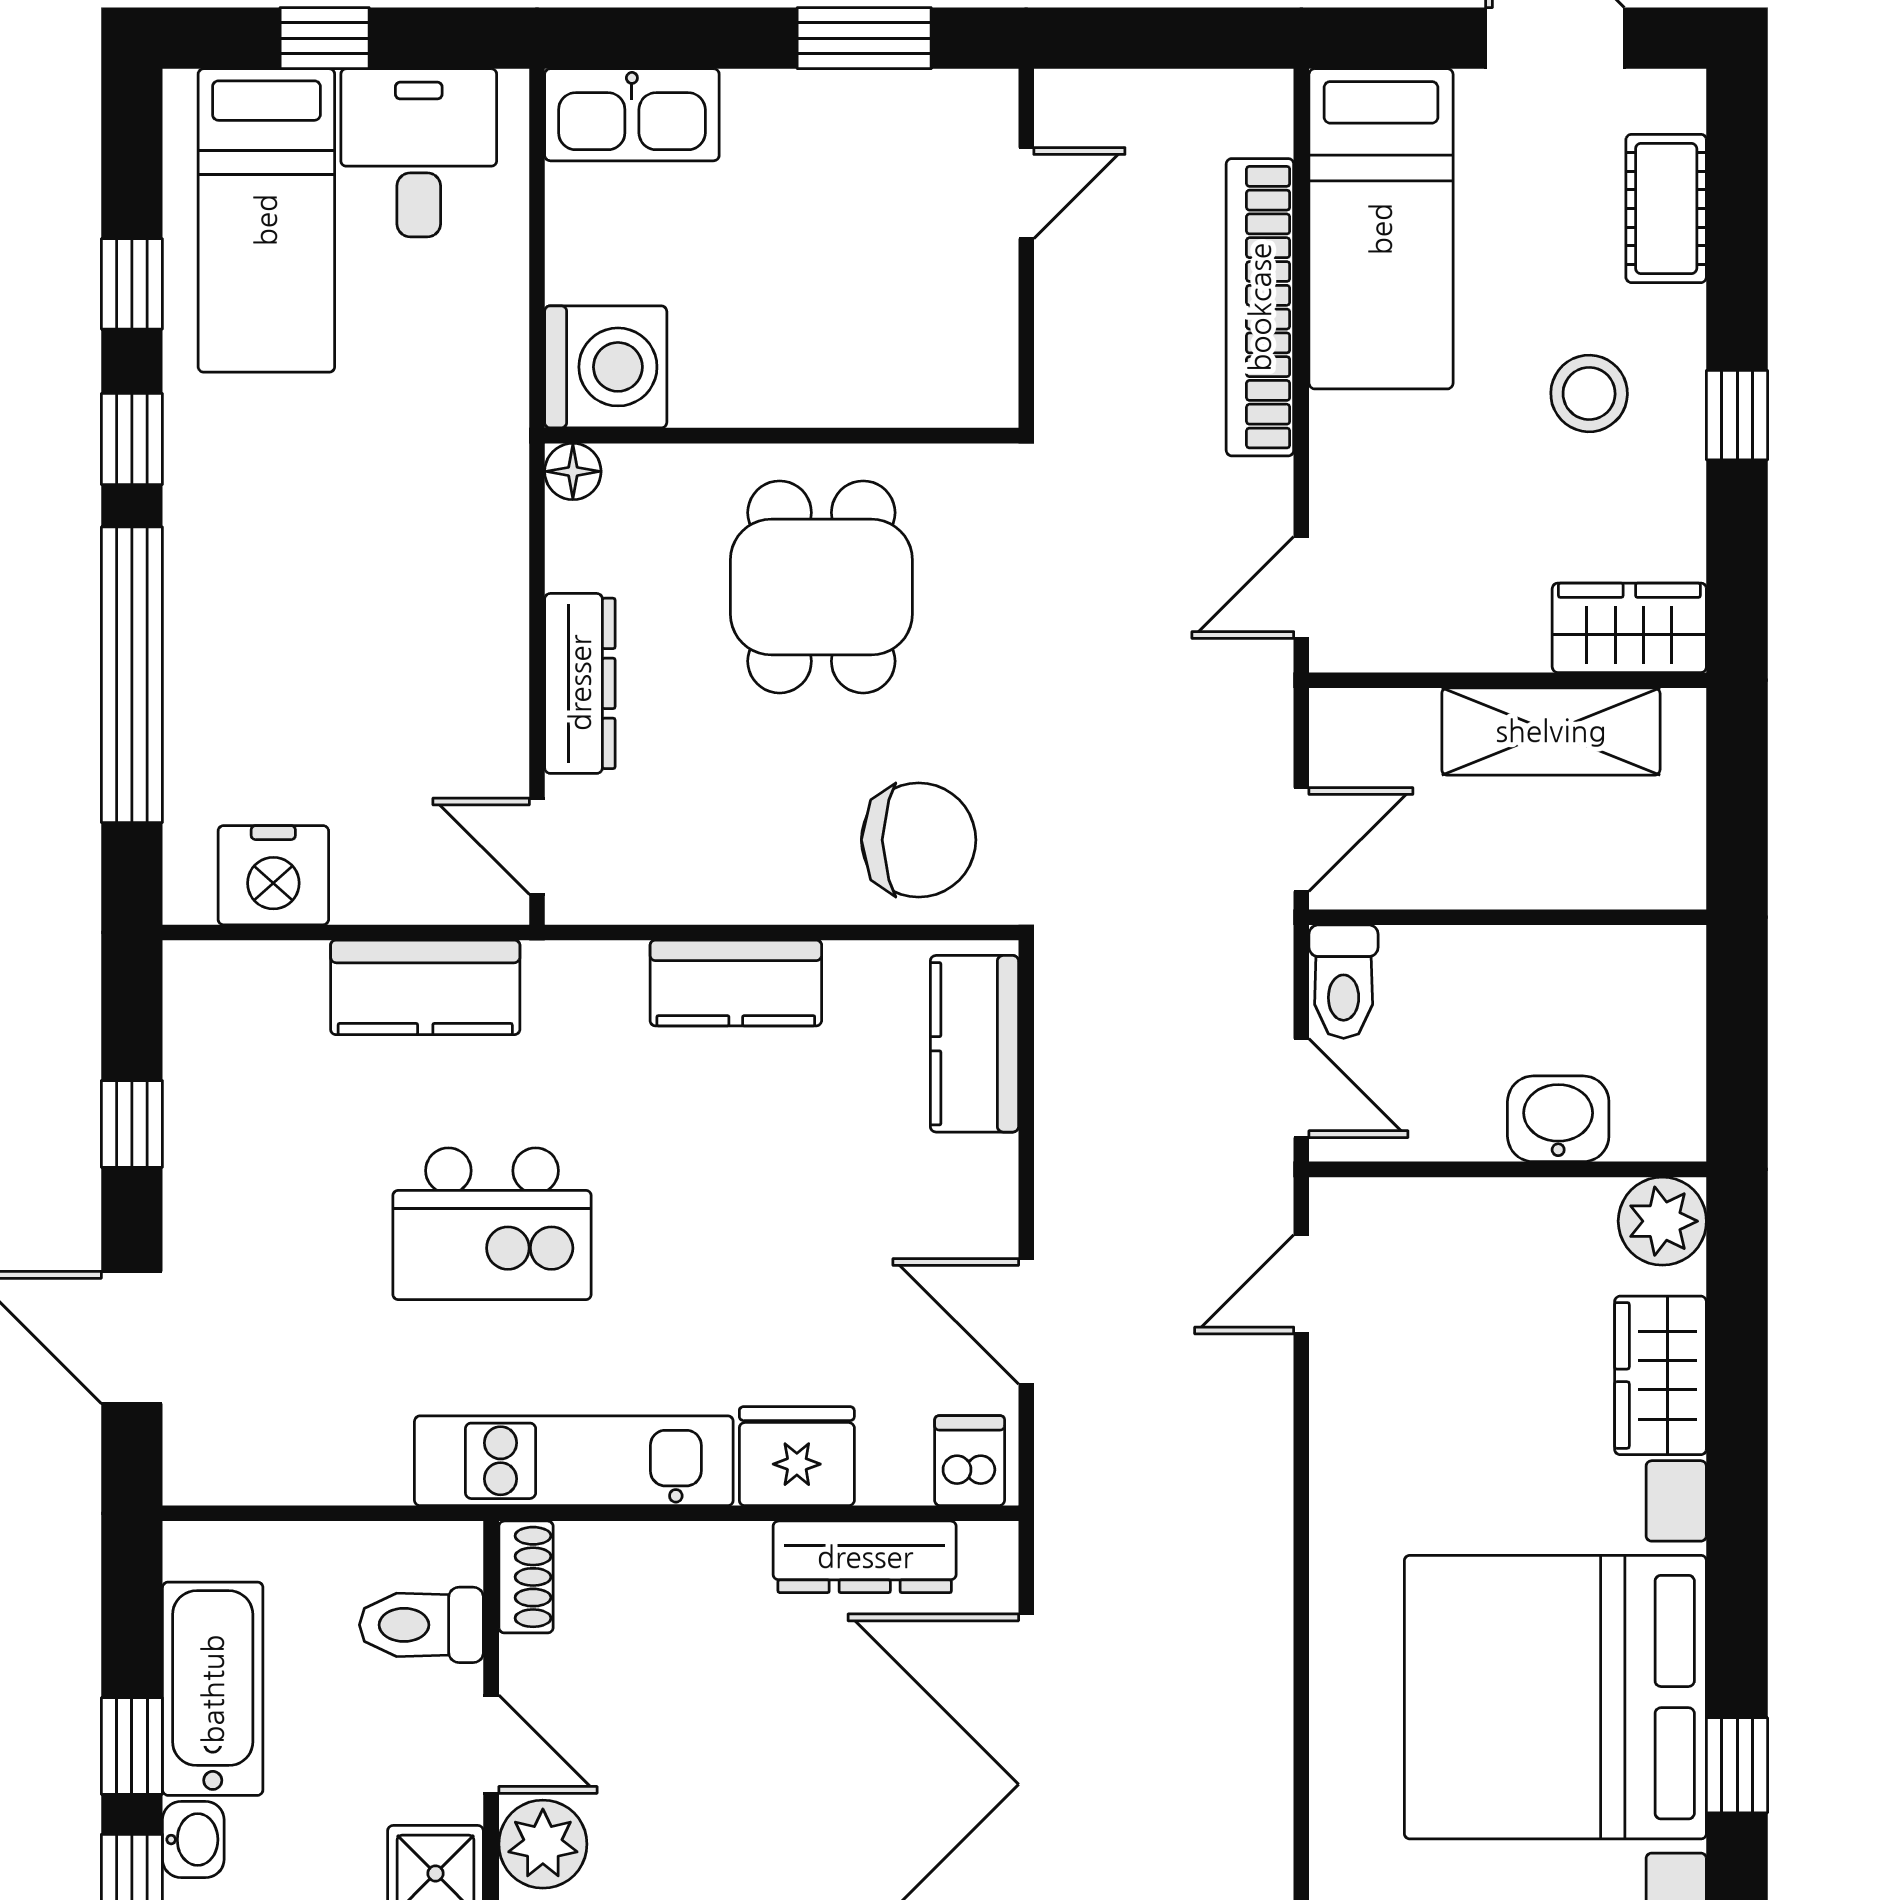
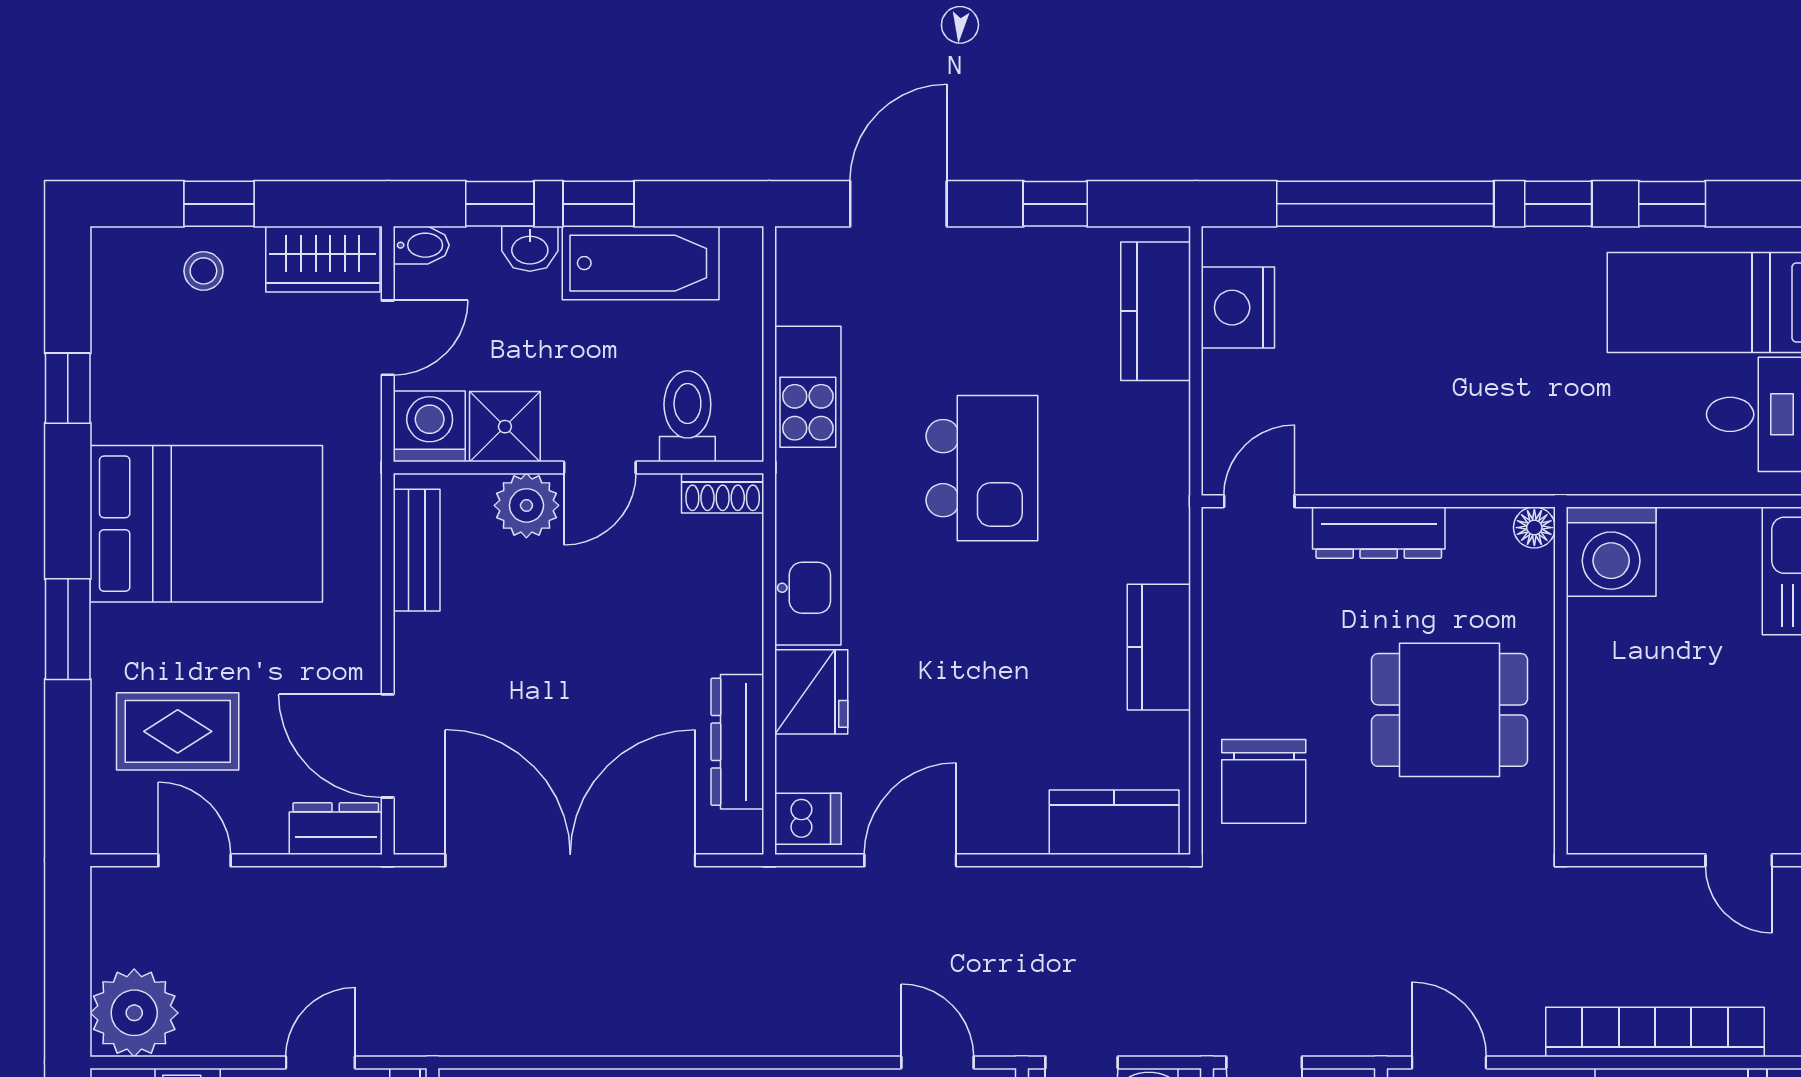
kitchen counter: (425, 987) -> (1156, 311), moved
kitchen island: (492, 1224) -> (982, 468), turned 180
kitchen unit: (574, 1461) -> (808, 486), width x1.36

